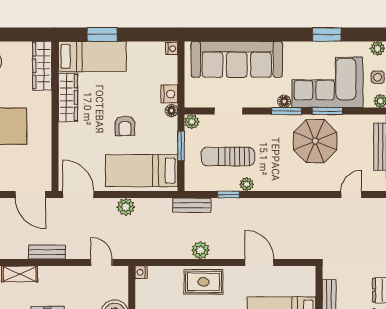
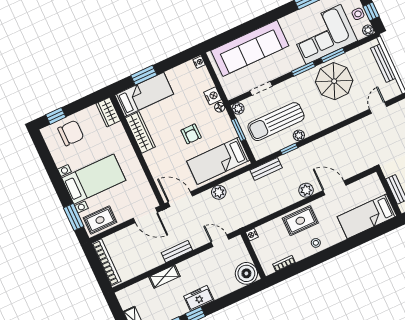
wardrobe: (42, 66) -> (108, 112), width x0.67
floor lamp: (284, 101) -> (298, 63), removed
sun lounger: (228, 157) -> (276, 122), width x1.36, depth x1.34
plant: (200, 250) -> (306, 190), moved

